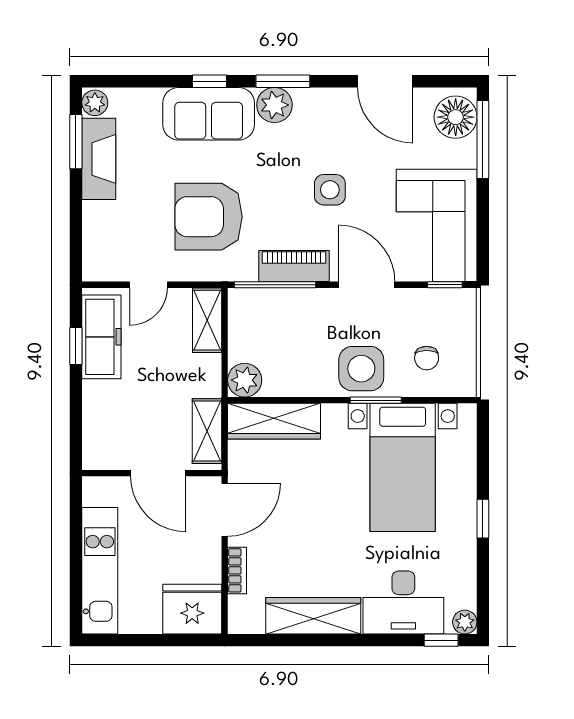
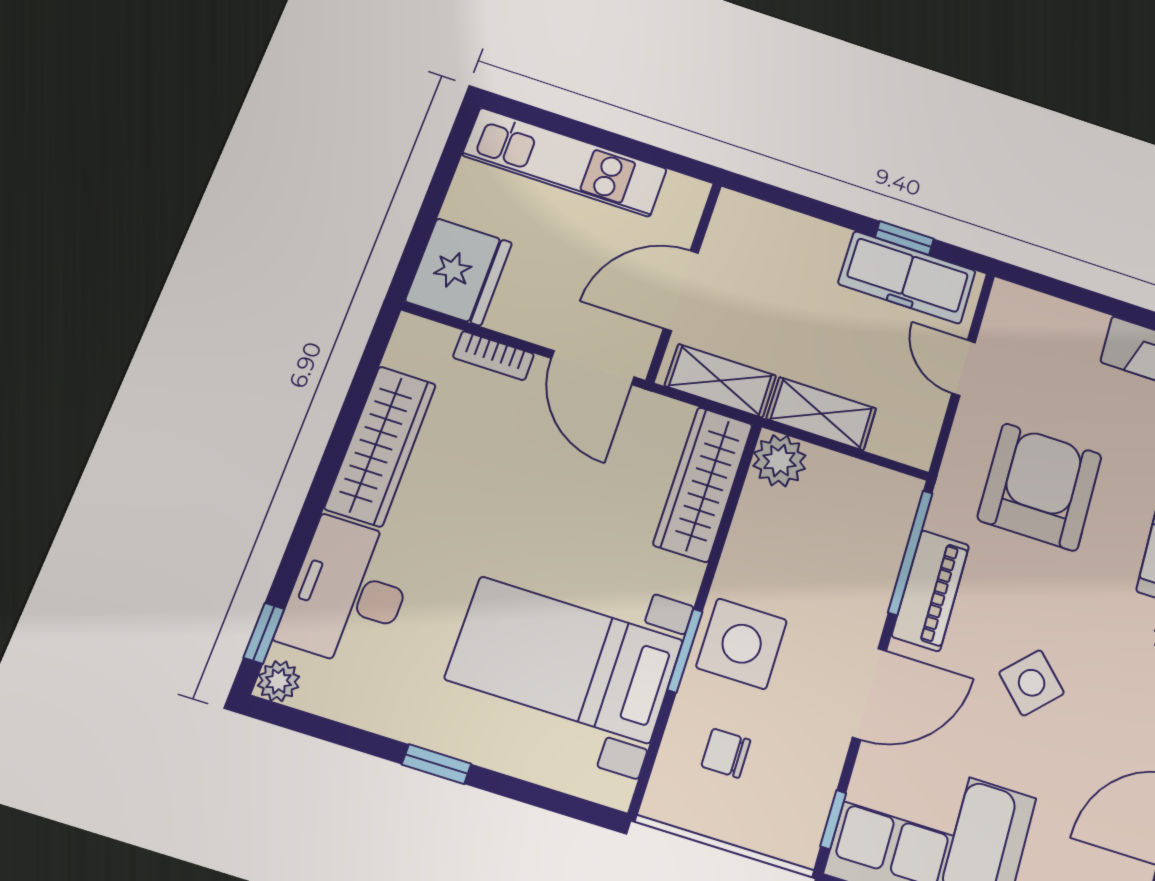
side table: (330, 190) -> (1032, 683), turned 45
shelving: (207, 320) -> (821, 414), moved

